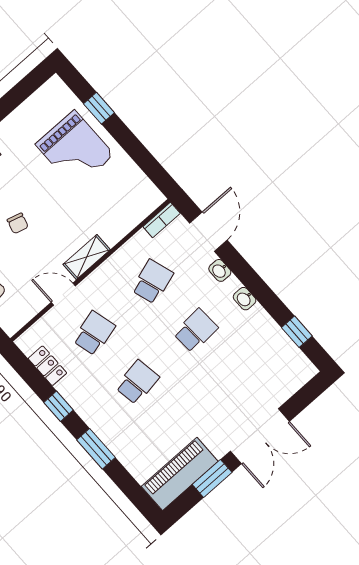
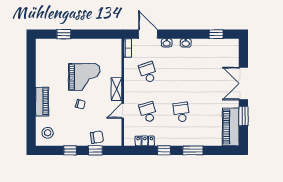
grand piano: (75, 150) -> (84, 77), moved
school desk: (196, 331) -> (181, 72), removed
double door: (260, 436) -> (243, 84), swing flipped

